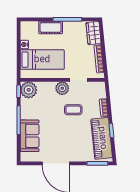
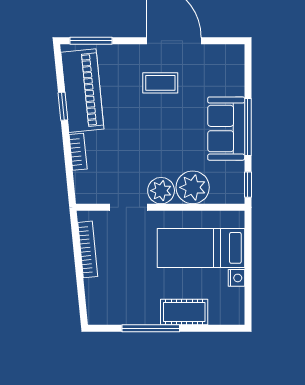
wardrobe: (94, 33) -> (99, 301), removed
plant: (29, 90) -> (193, 187), moved
coffee table: (73, 110) -> (160, 83), moved
sofa: (30, 136) -> (226, 129), moved

